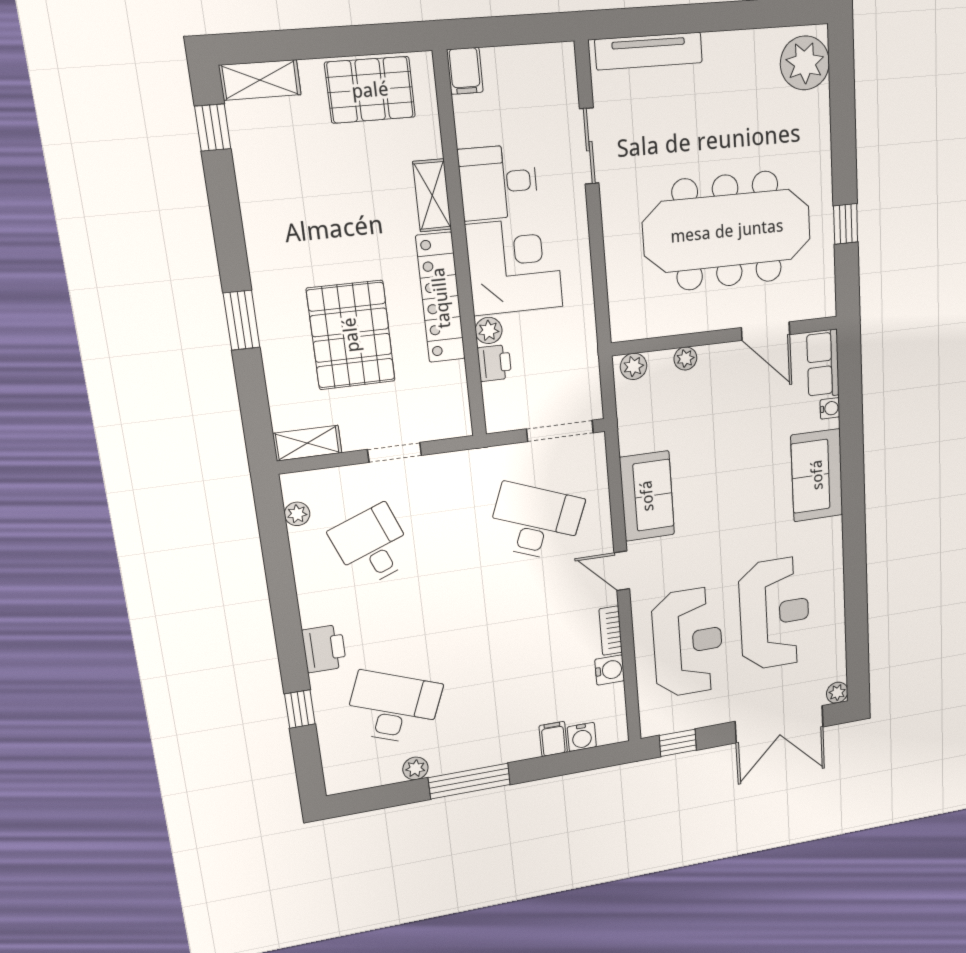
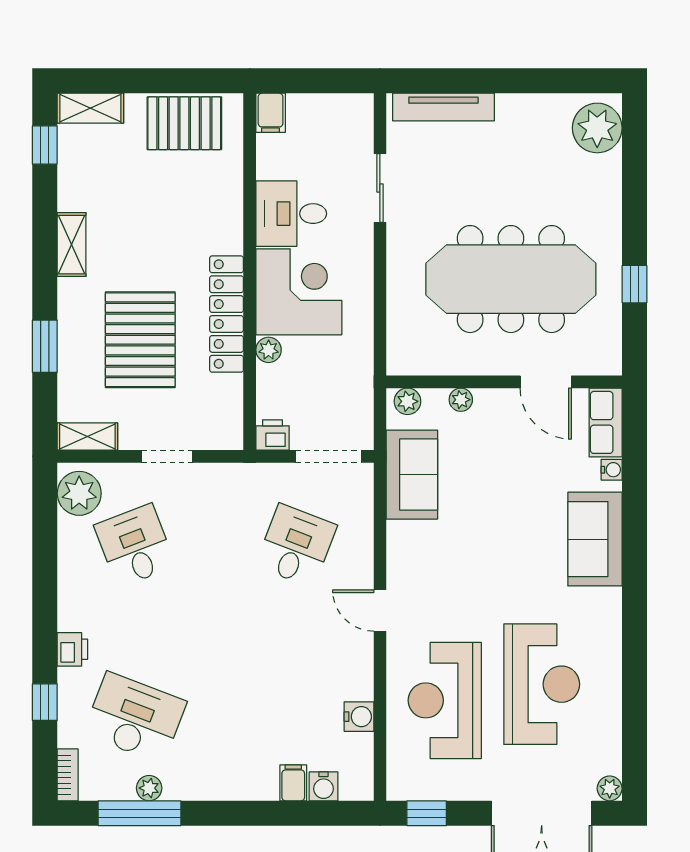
shelving: (432, 195) -> (72, 245), moved
window: (242, 320) -> (45, 346), moved
printer: (494, 363) -> (273, 435), moved, turned -90
sofa: (647, 496) -> (412, 475), moved
plant: (297, 514) -> (79, 493), width x1.88, depth x1.88
desk: (536, 522) -> (296, 546), width x0.73
bookcase: (611, 631) -> (68, 775), moved, turned 180
reception desk: (688, 642) -> (445, 700), turned 180
printer: (324, 649) -> (72, 649), width x0.73, depth x0.81
window: (469, 781) -> (140, 813), moved

